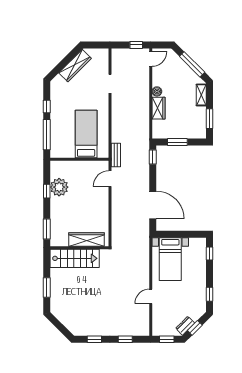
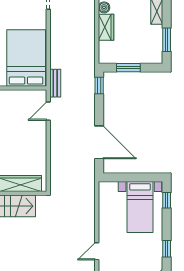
bed: (86, 134) -> (26, 58), width x1.50
bed with nightstands: (170, 259) -> (140, 207), moved

